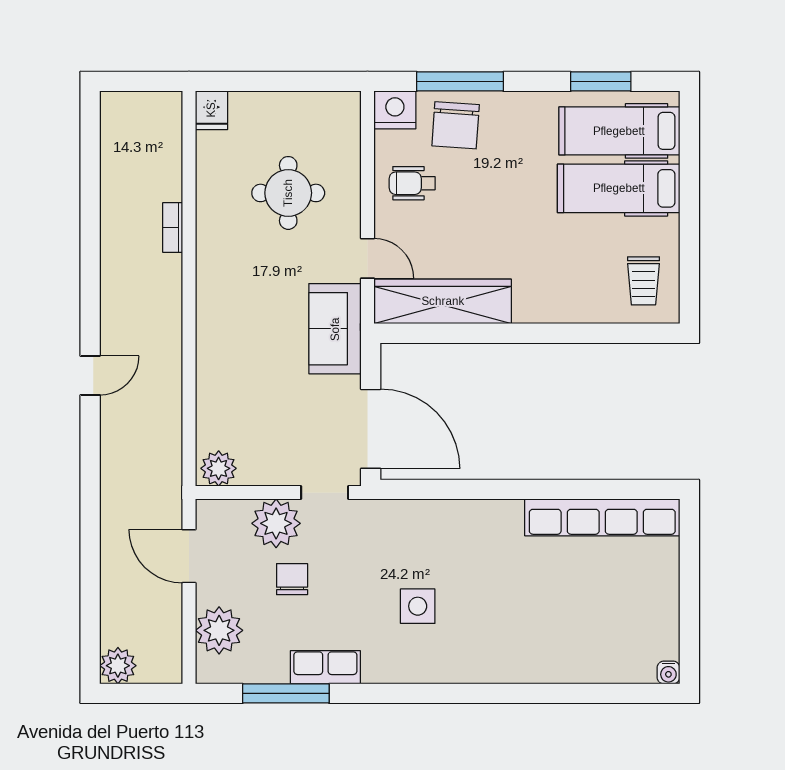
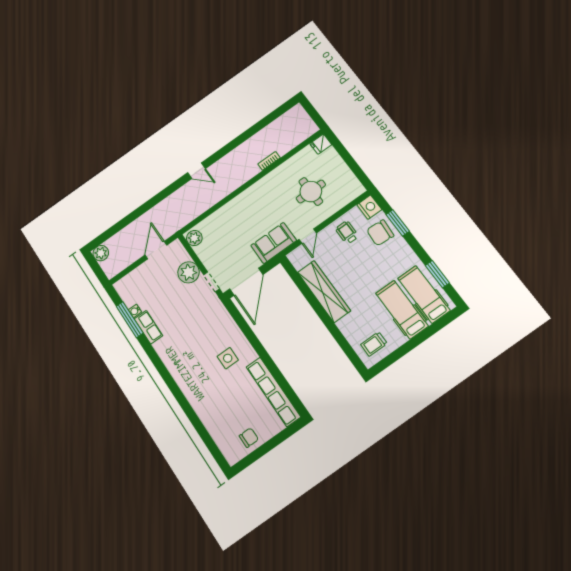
window: (460, 81) -> (398, 223), width x0.69
wardrobe: (443, 301) -> (324, 291), moved
chair: (292, 579) -> (249, 438), moved
side table: (418, 606) -> (228, 358), moved
plant: (219, 630) -> (137, 280), removed
water cooler: (668, 673) -> (135, 311), moved

